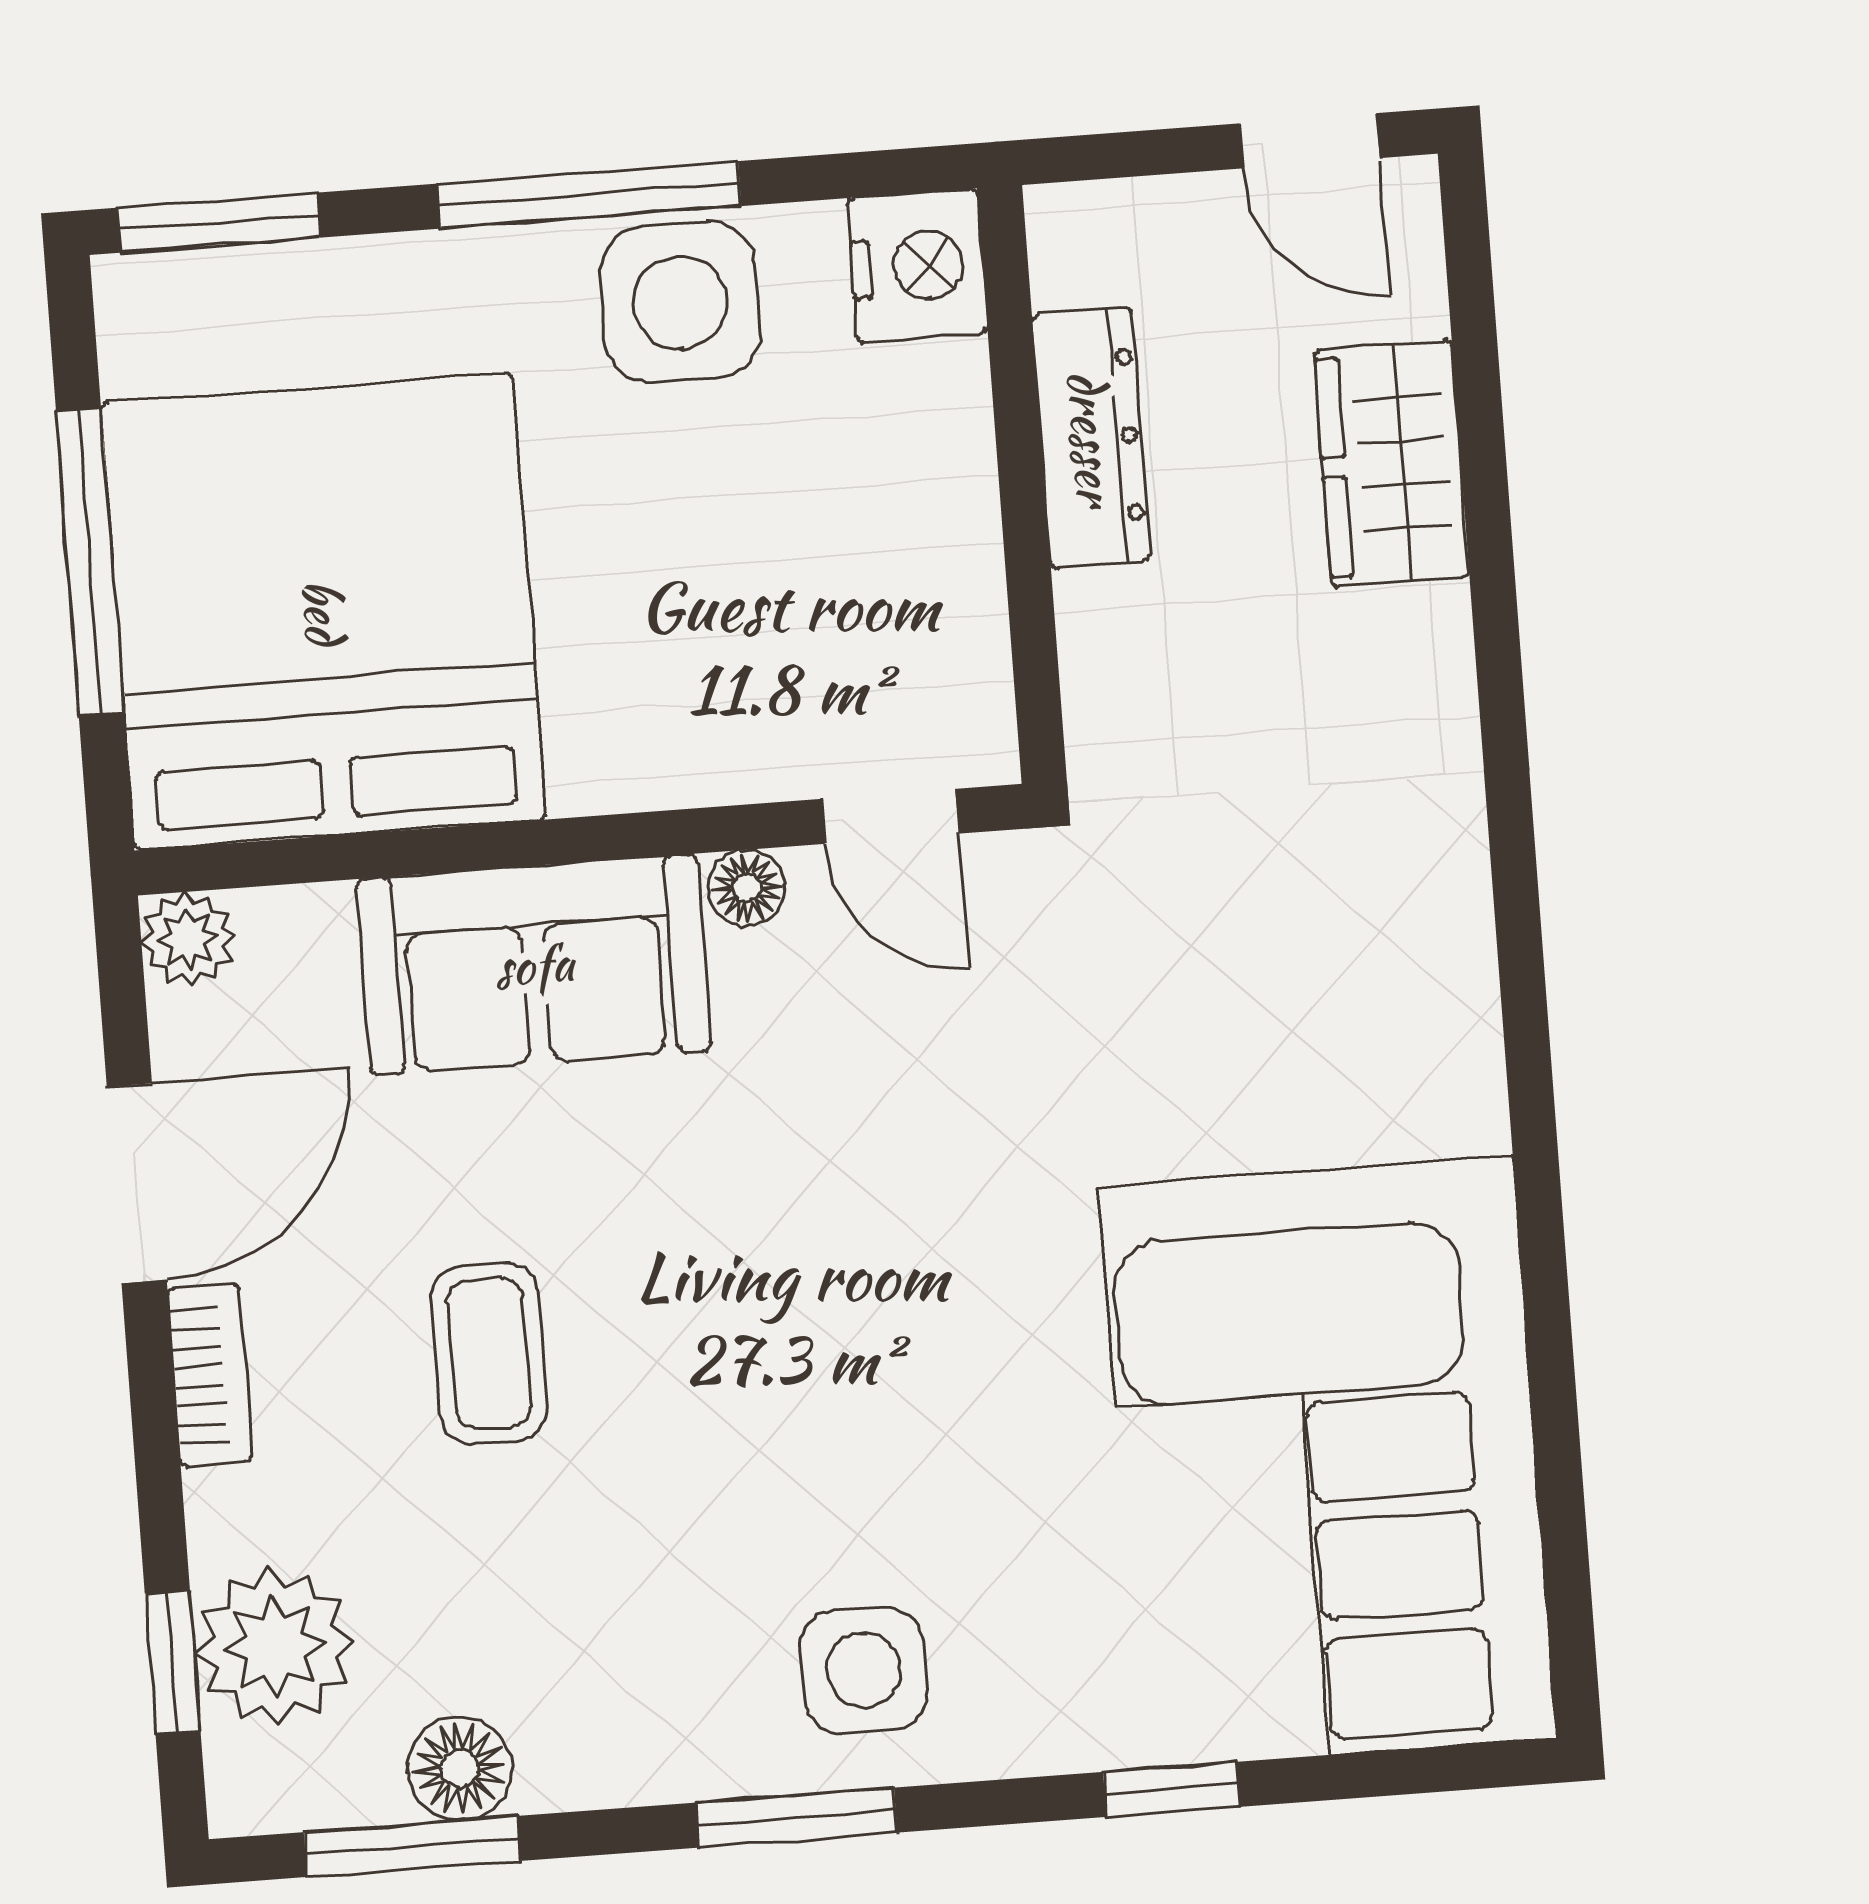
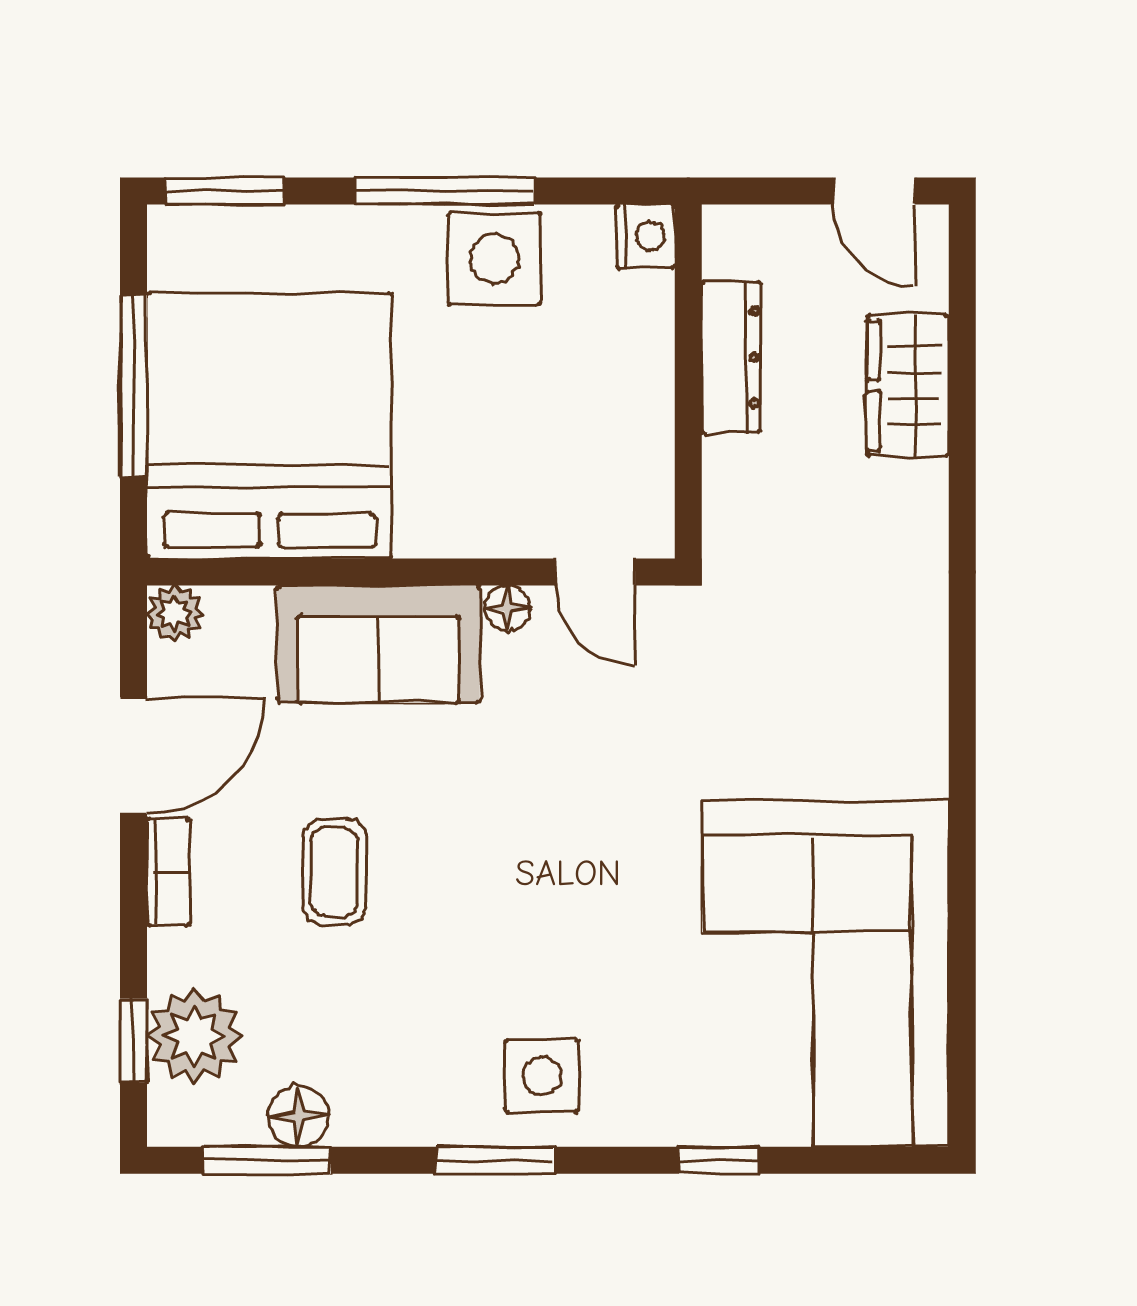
nightstand: (917, 266) -> (646, 236), width x0.74, depth x0.75

